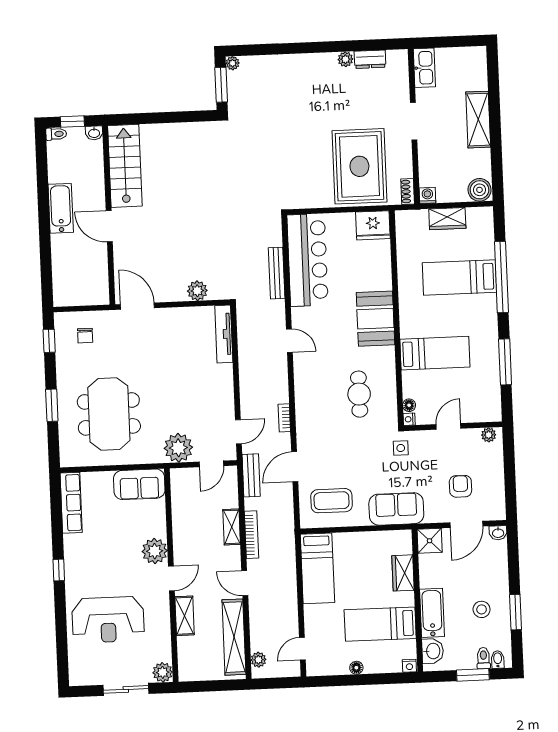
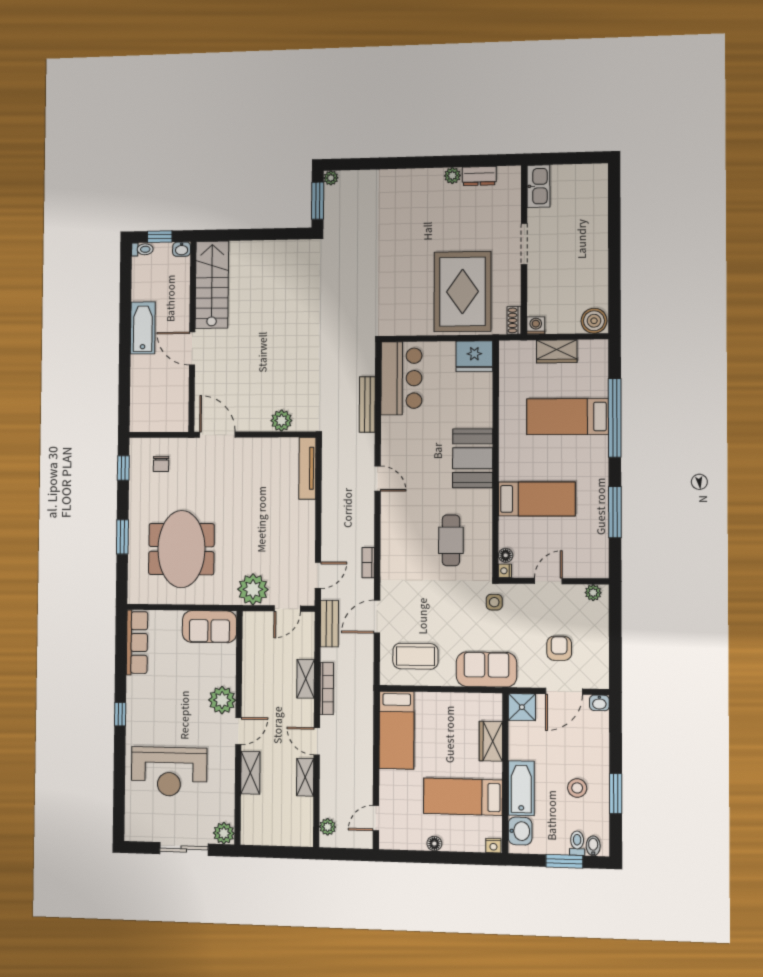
shelving: (478, 120) -> (596, 244), removed
bar counter: (308, 260) -> (401, 378), width x0.73
shelving: (234, 637) -> (305, 777), width x0.45, depth x0.75

